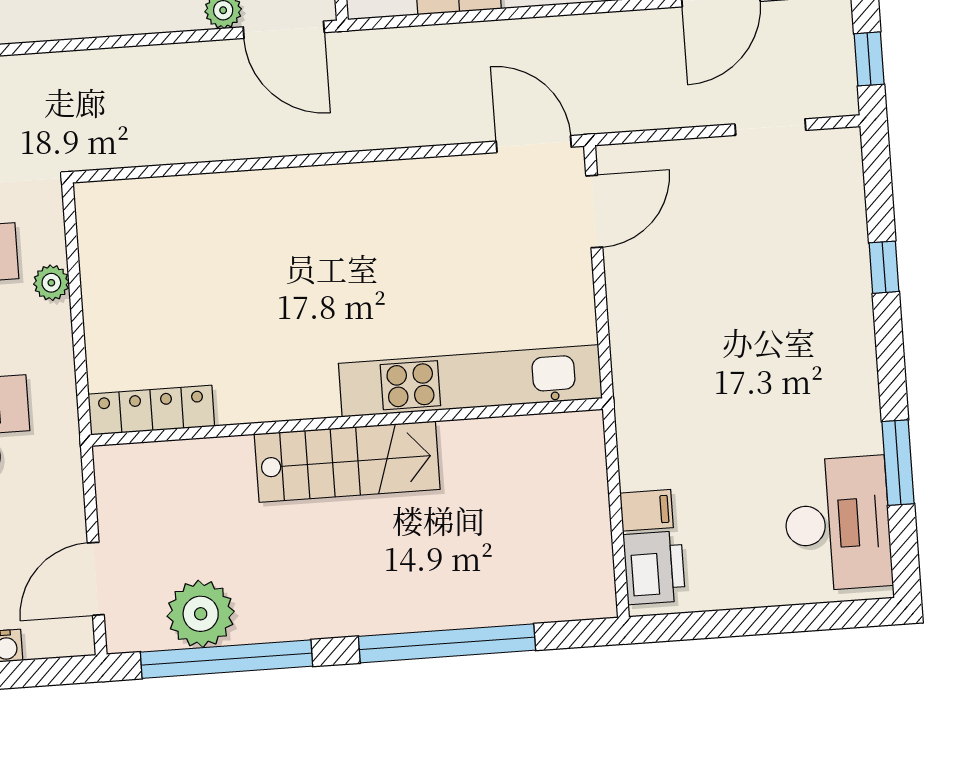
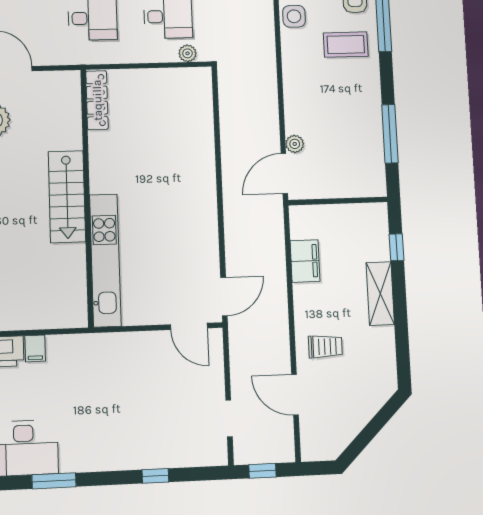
plant: (51, 283) -> (188, 53), moved

